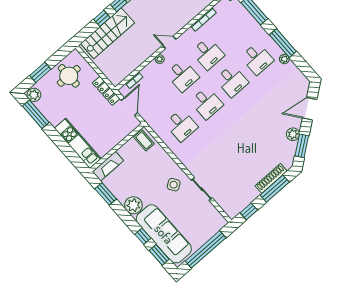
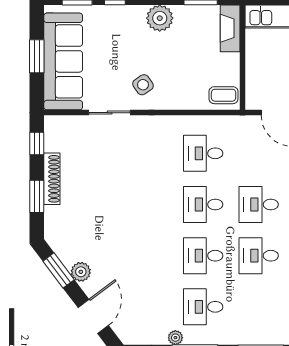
shoe rack: (271, 179) -> (52, 179), moved
window: (275, 189) -> (37, 196), width x0.69
sofa: (164, 234) -> (63, 61), moved, turned -90
window: (206, 249) -> (37, 56), width x0.47

